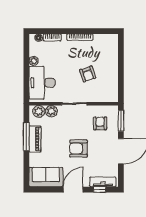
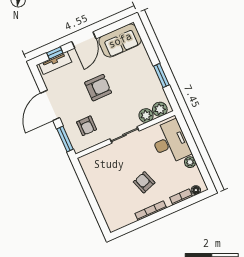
armchair: (88, 74) -> (144, 182), moved
window: (26, 136) -> (161, 75), width x0.69
piano: (35, 139) -> (151, 77), removed

